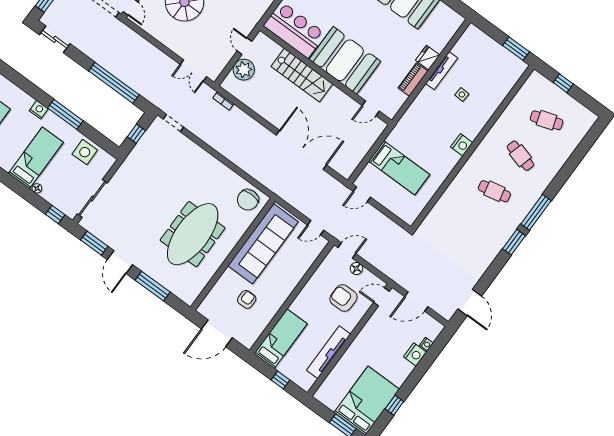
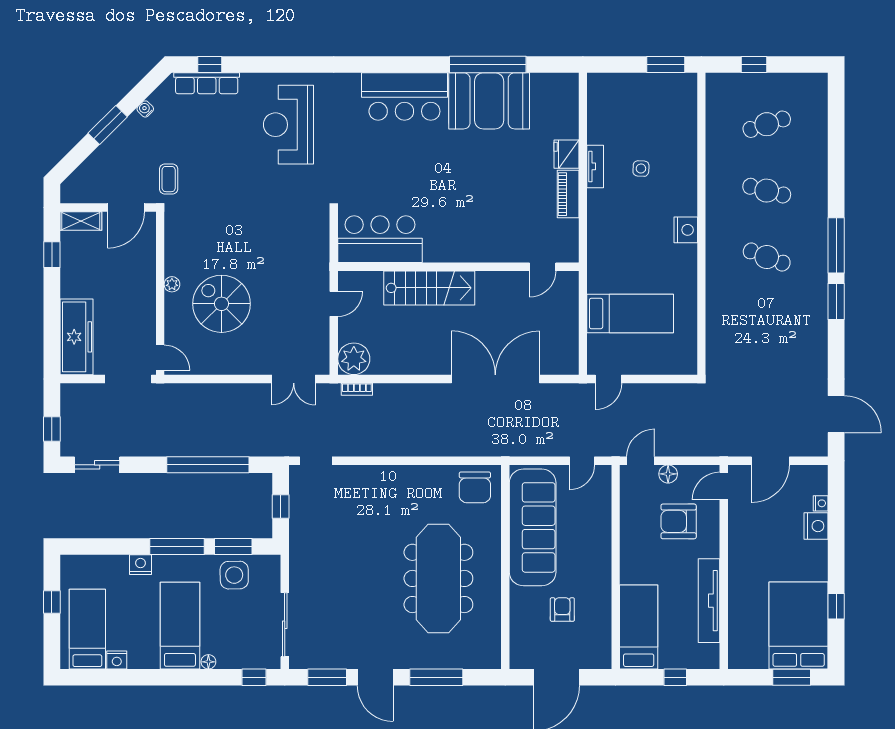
door: (244, 46) -> (334, 304), swing flipped
booth: (345, 60) -> (468, 231), removed
plant: (244, 70) -> (354, 359), moved
tv unit: (442, 71) -> (595, 166), width x0.71
window: (95, 136) -> (233, 547), added
cafe table: (494, 191) -> (767, 257), turned 33

